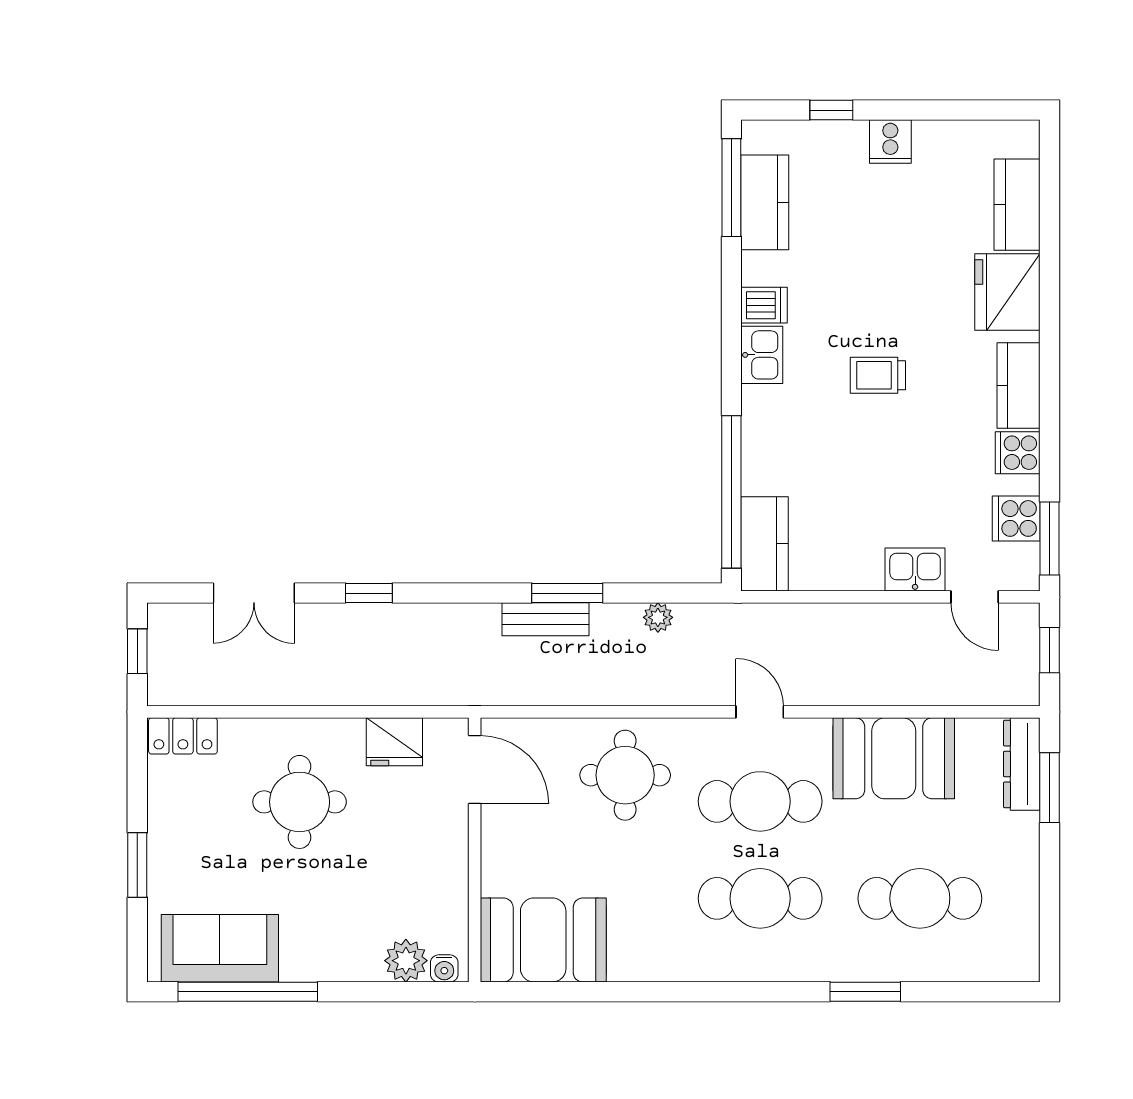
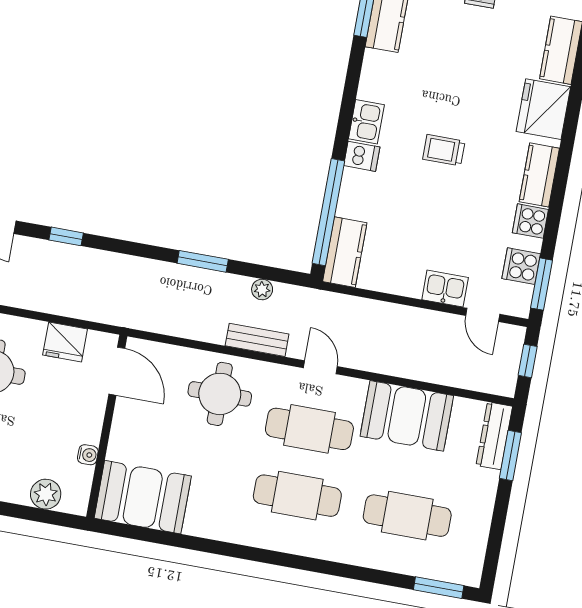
dishwasher: (764, 305) -> (362, 156), moved
bench: (546, 619) -> (257, 340), moved
water cooler: (444, 968) -> (88, 455), moved, turned -90
window: (865, 992) -> (439, 588), moved

